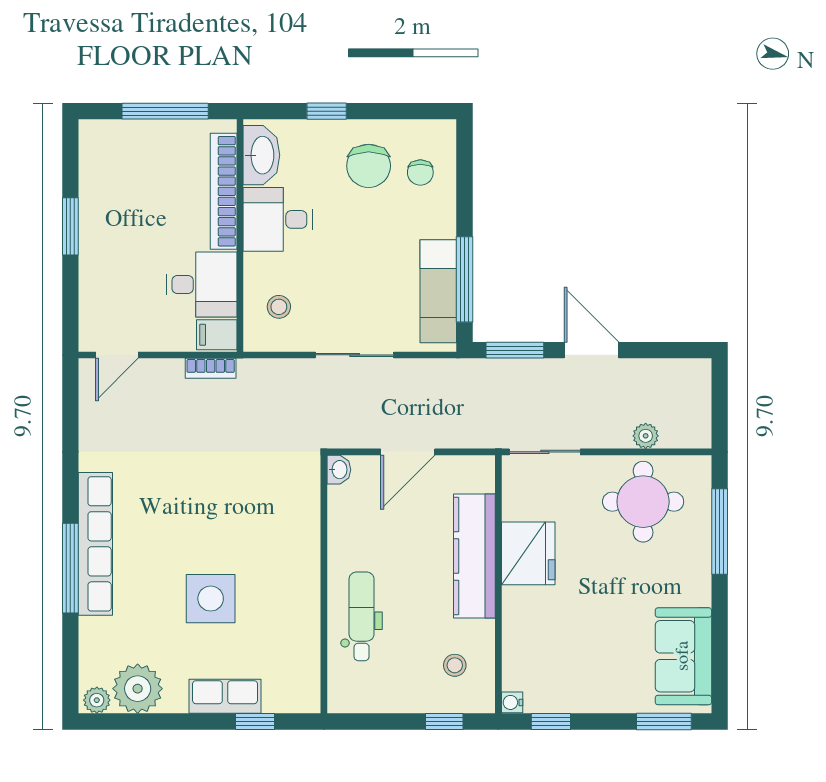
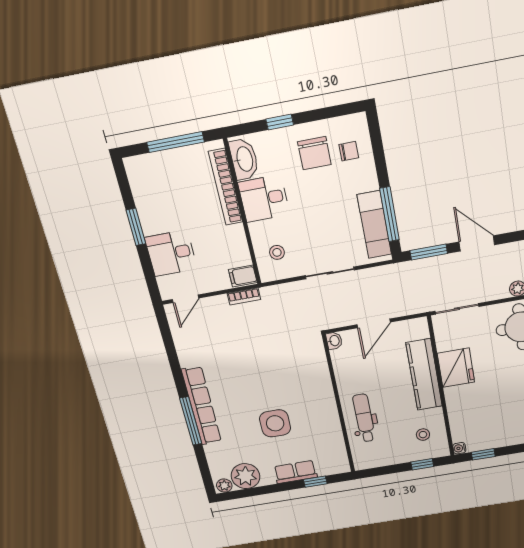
chair: (420, 172) -> (349, 151), turned -90
desk: (202, 285) -> (171, 253), moved, turned 180

